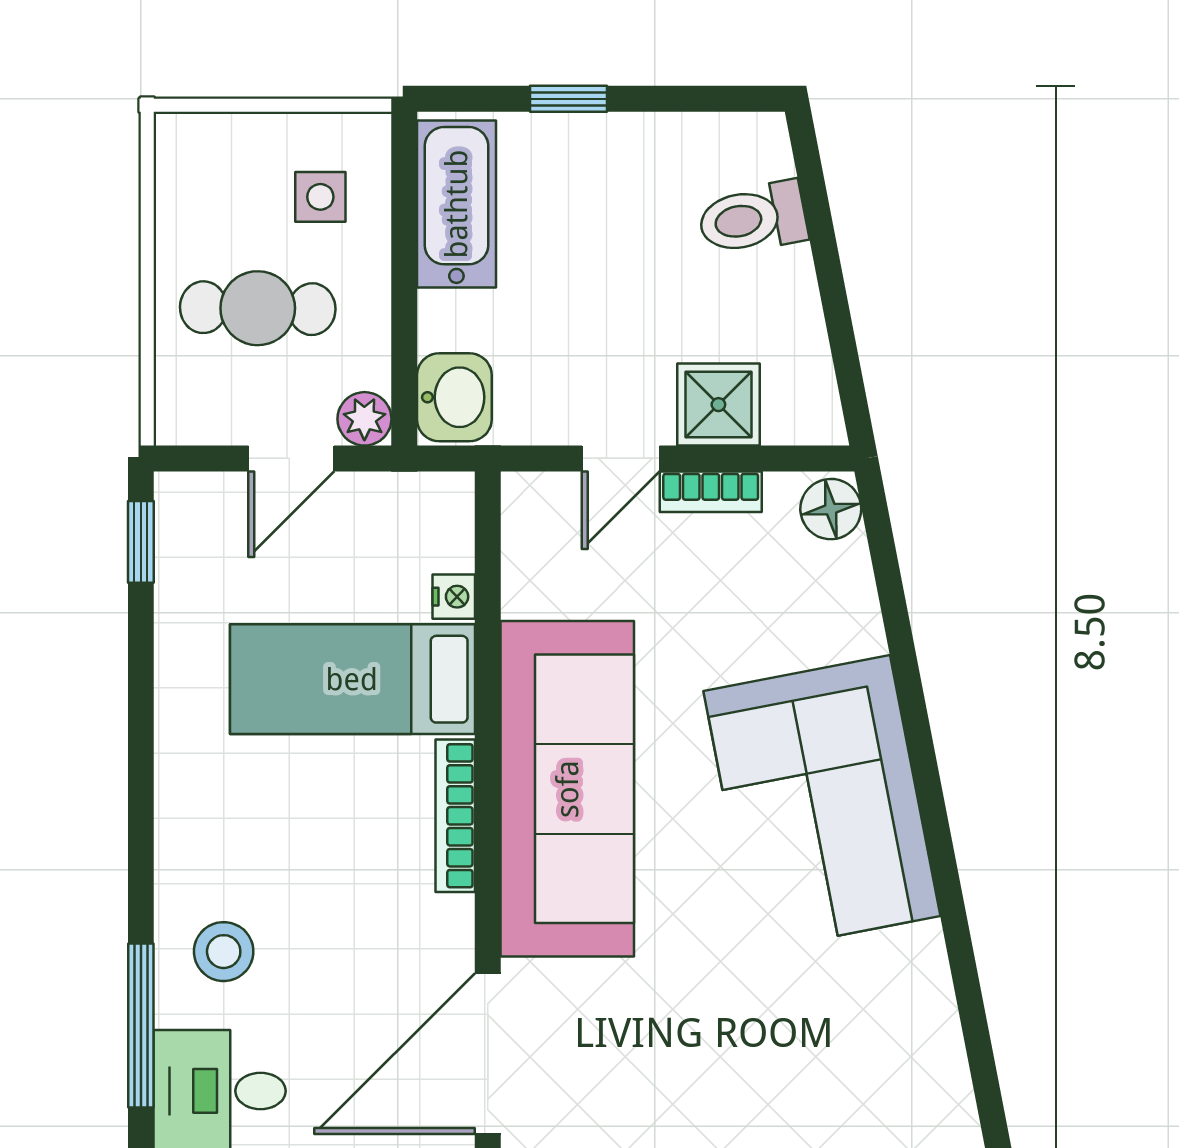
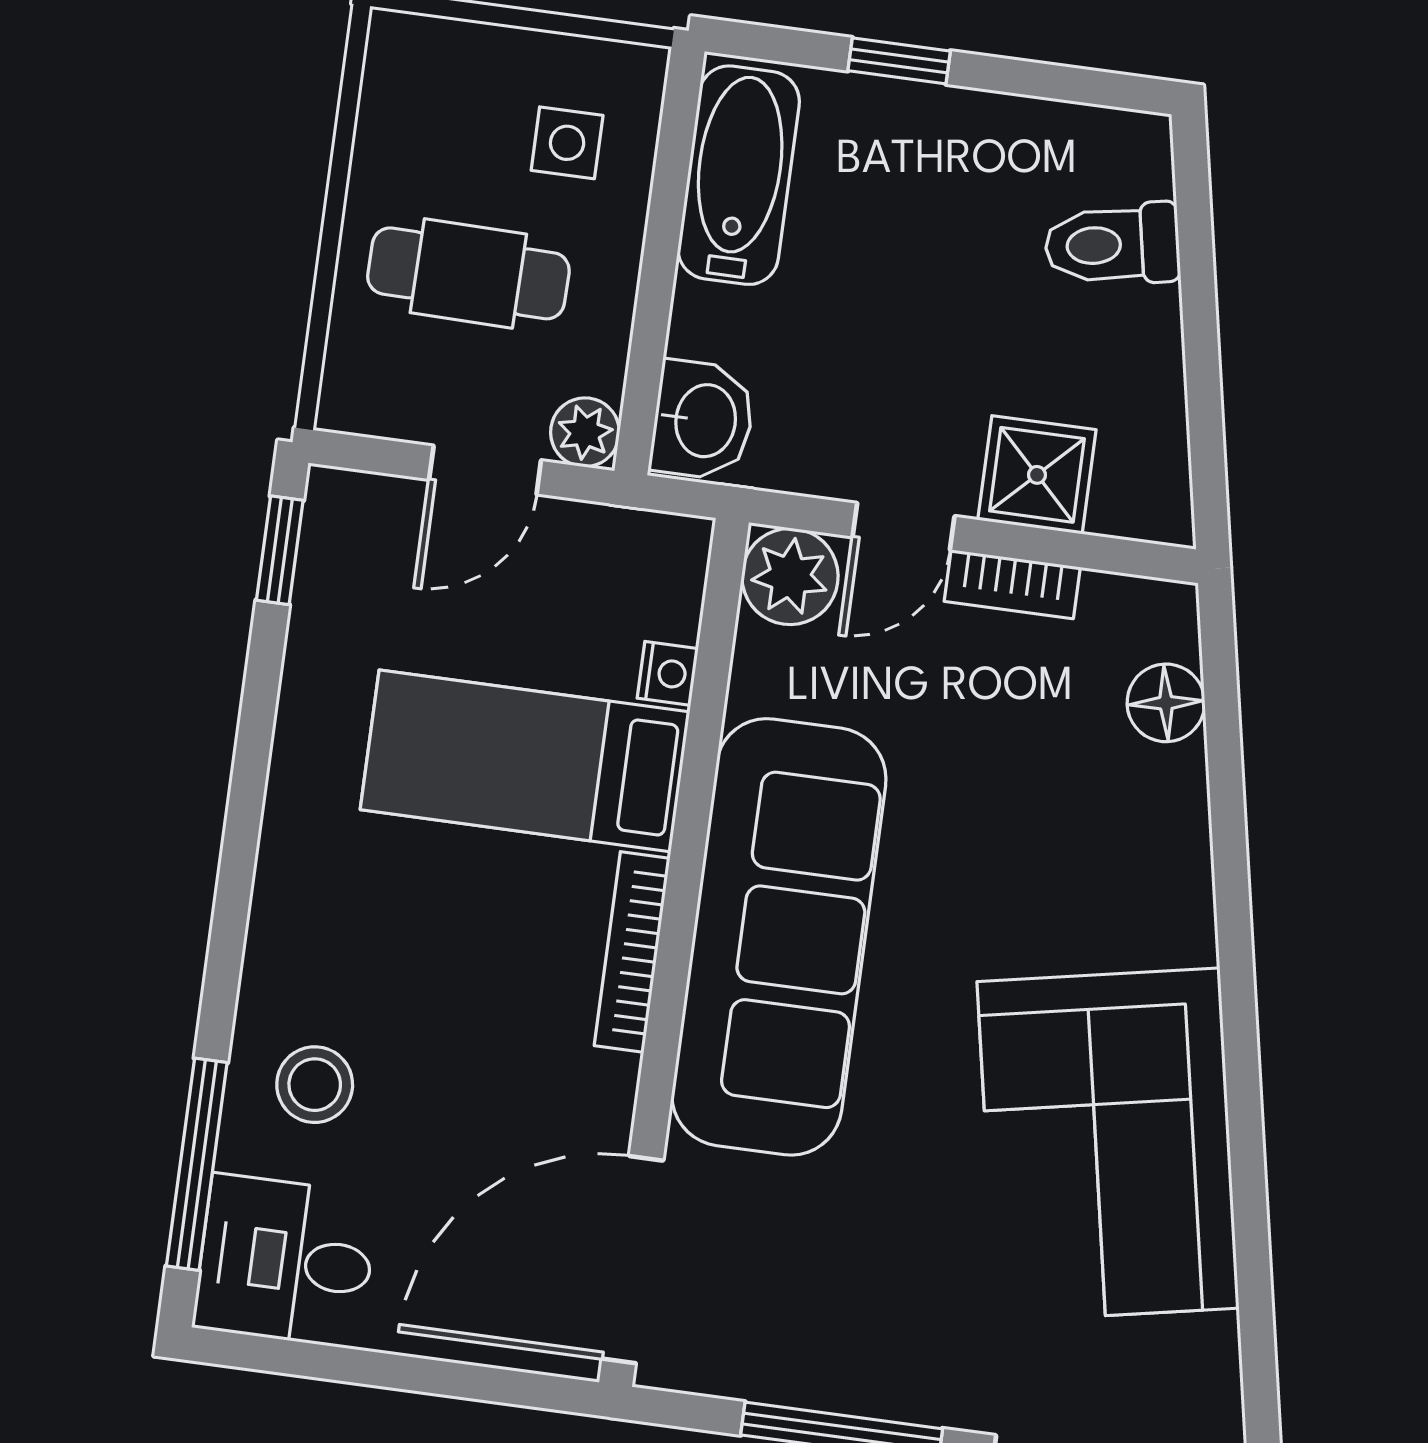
plant: (538, 509) -> (790, 576), added
floor lamp: (831, 509) -> (1166, 703), moved
corner sofa: (822, 803) -> (1108, 1145), moved

